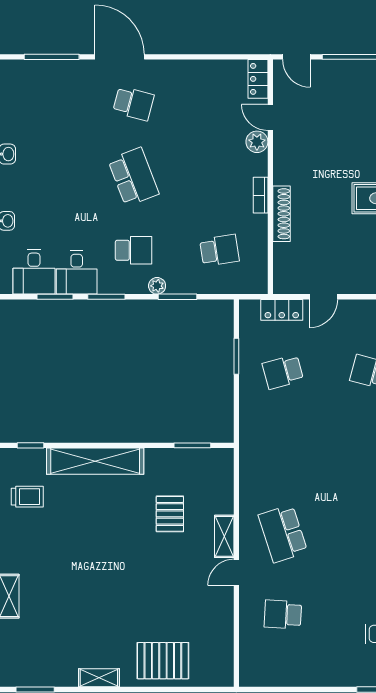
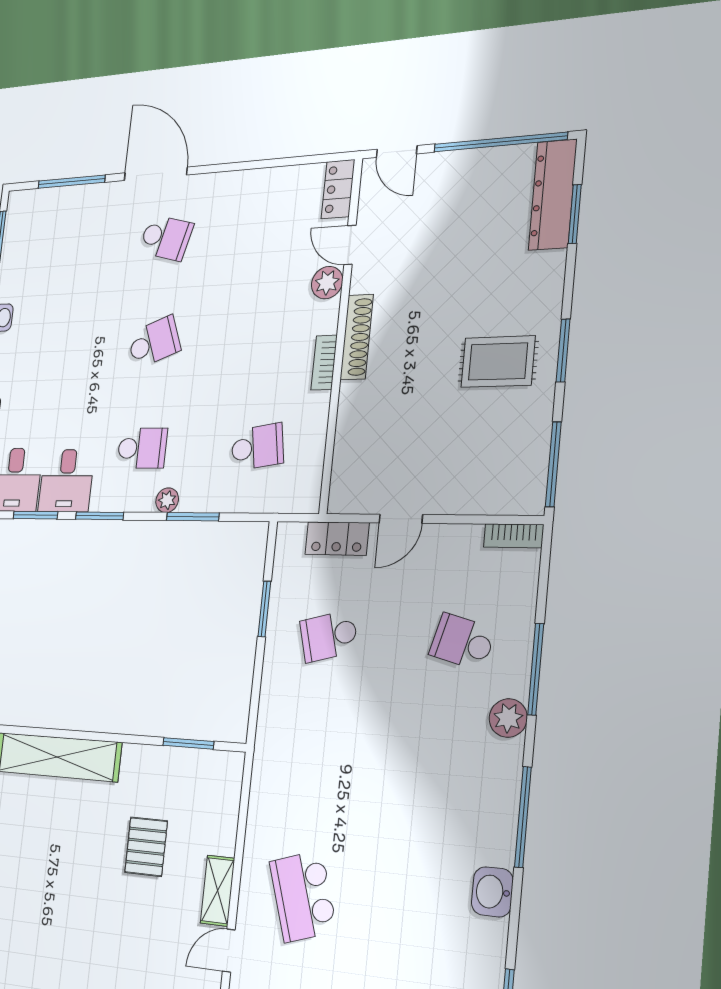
school desk: (133, 177) -> (154, 342), width x0.54
shoe rack: (282, 214) -> (357, 337), moved

